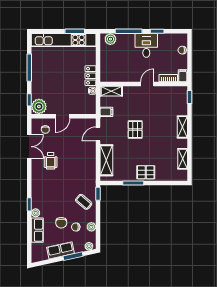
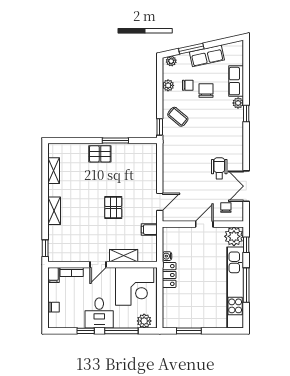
kitchen unit: (64, 40) -> (235, 287), moved, turned -90
corner desk: (118, 67) -> (135, 286), added
shelving: (111, 91) -> (124, 256), moved
shelving: (106, 160) -> (149, 169), removed

